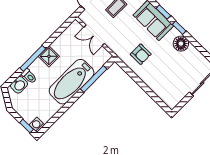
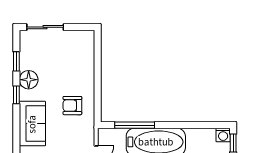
window: (163, 12) -> (16, 61), moved
armchair: (141, 54) -> (72, 106), turned -90

